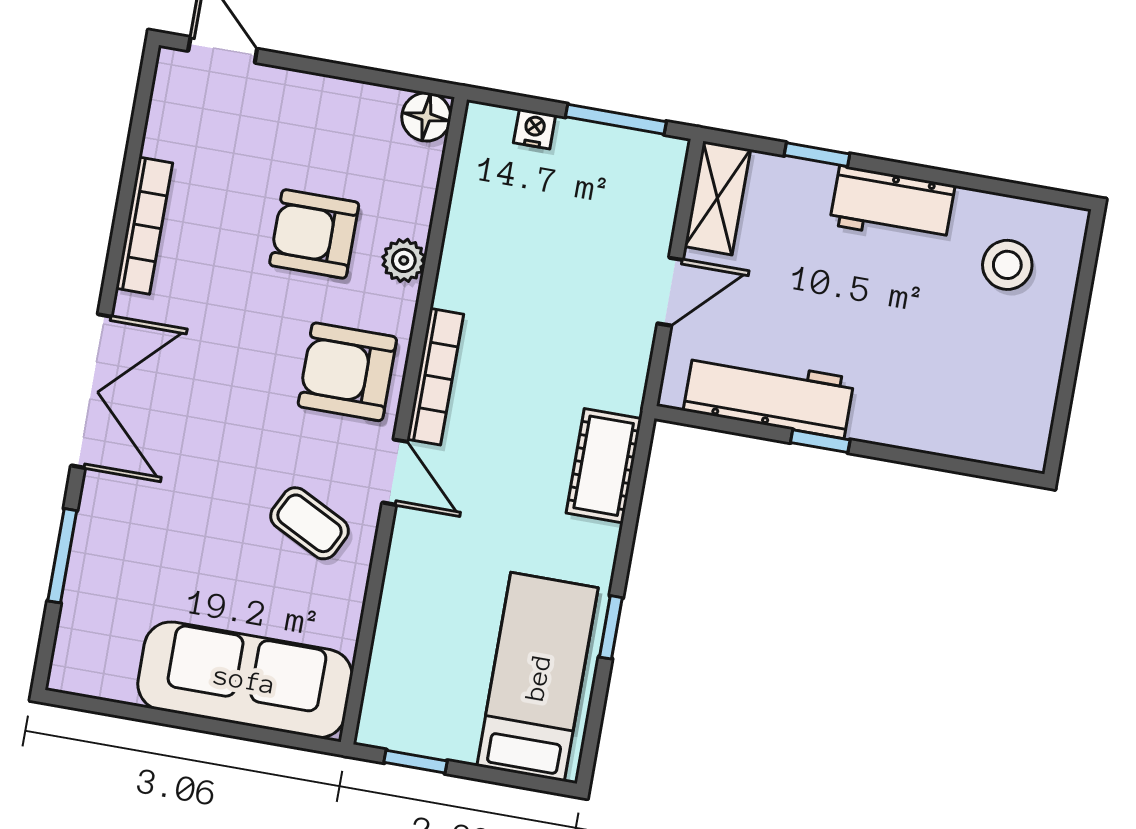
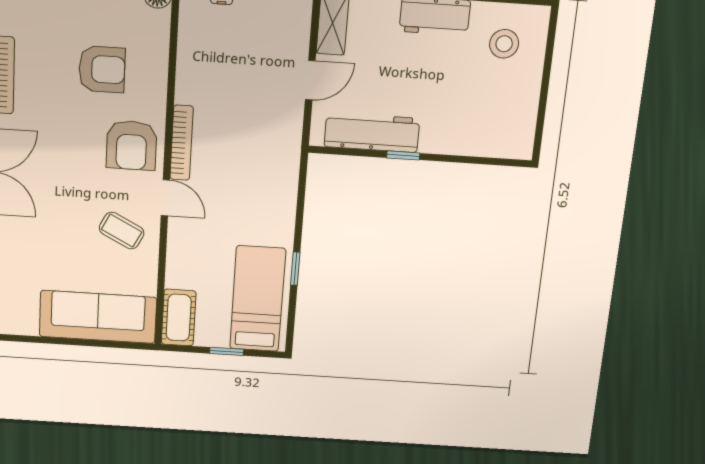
armchair: (314, 234) -> (102, 69), turned 180
plant: (404, 260) -> (155, 79), removed
armchair: (347, 372) -> (131, 145), turned -90
cot: (604, 466) -> (179, 318), moved
window: (416, 762) -> (227, 351), moved

